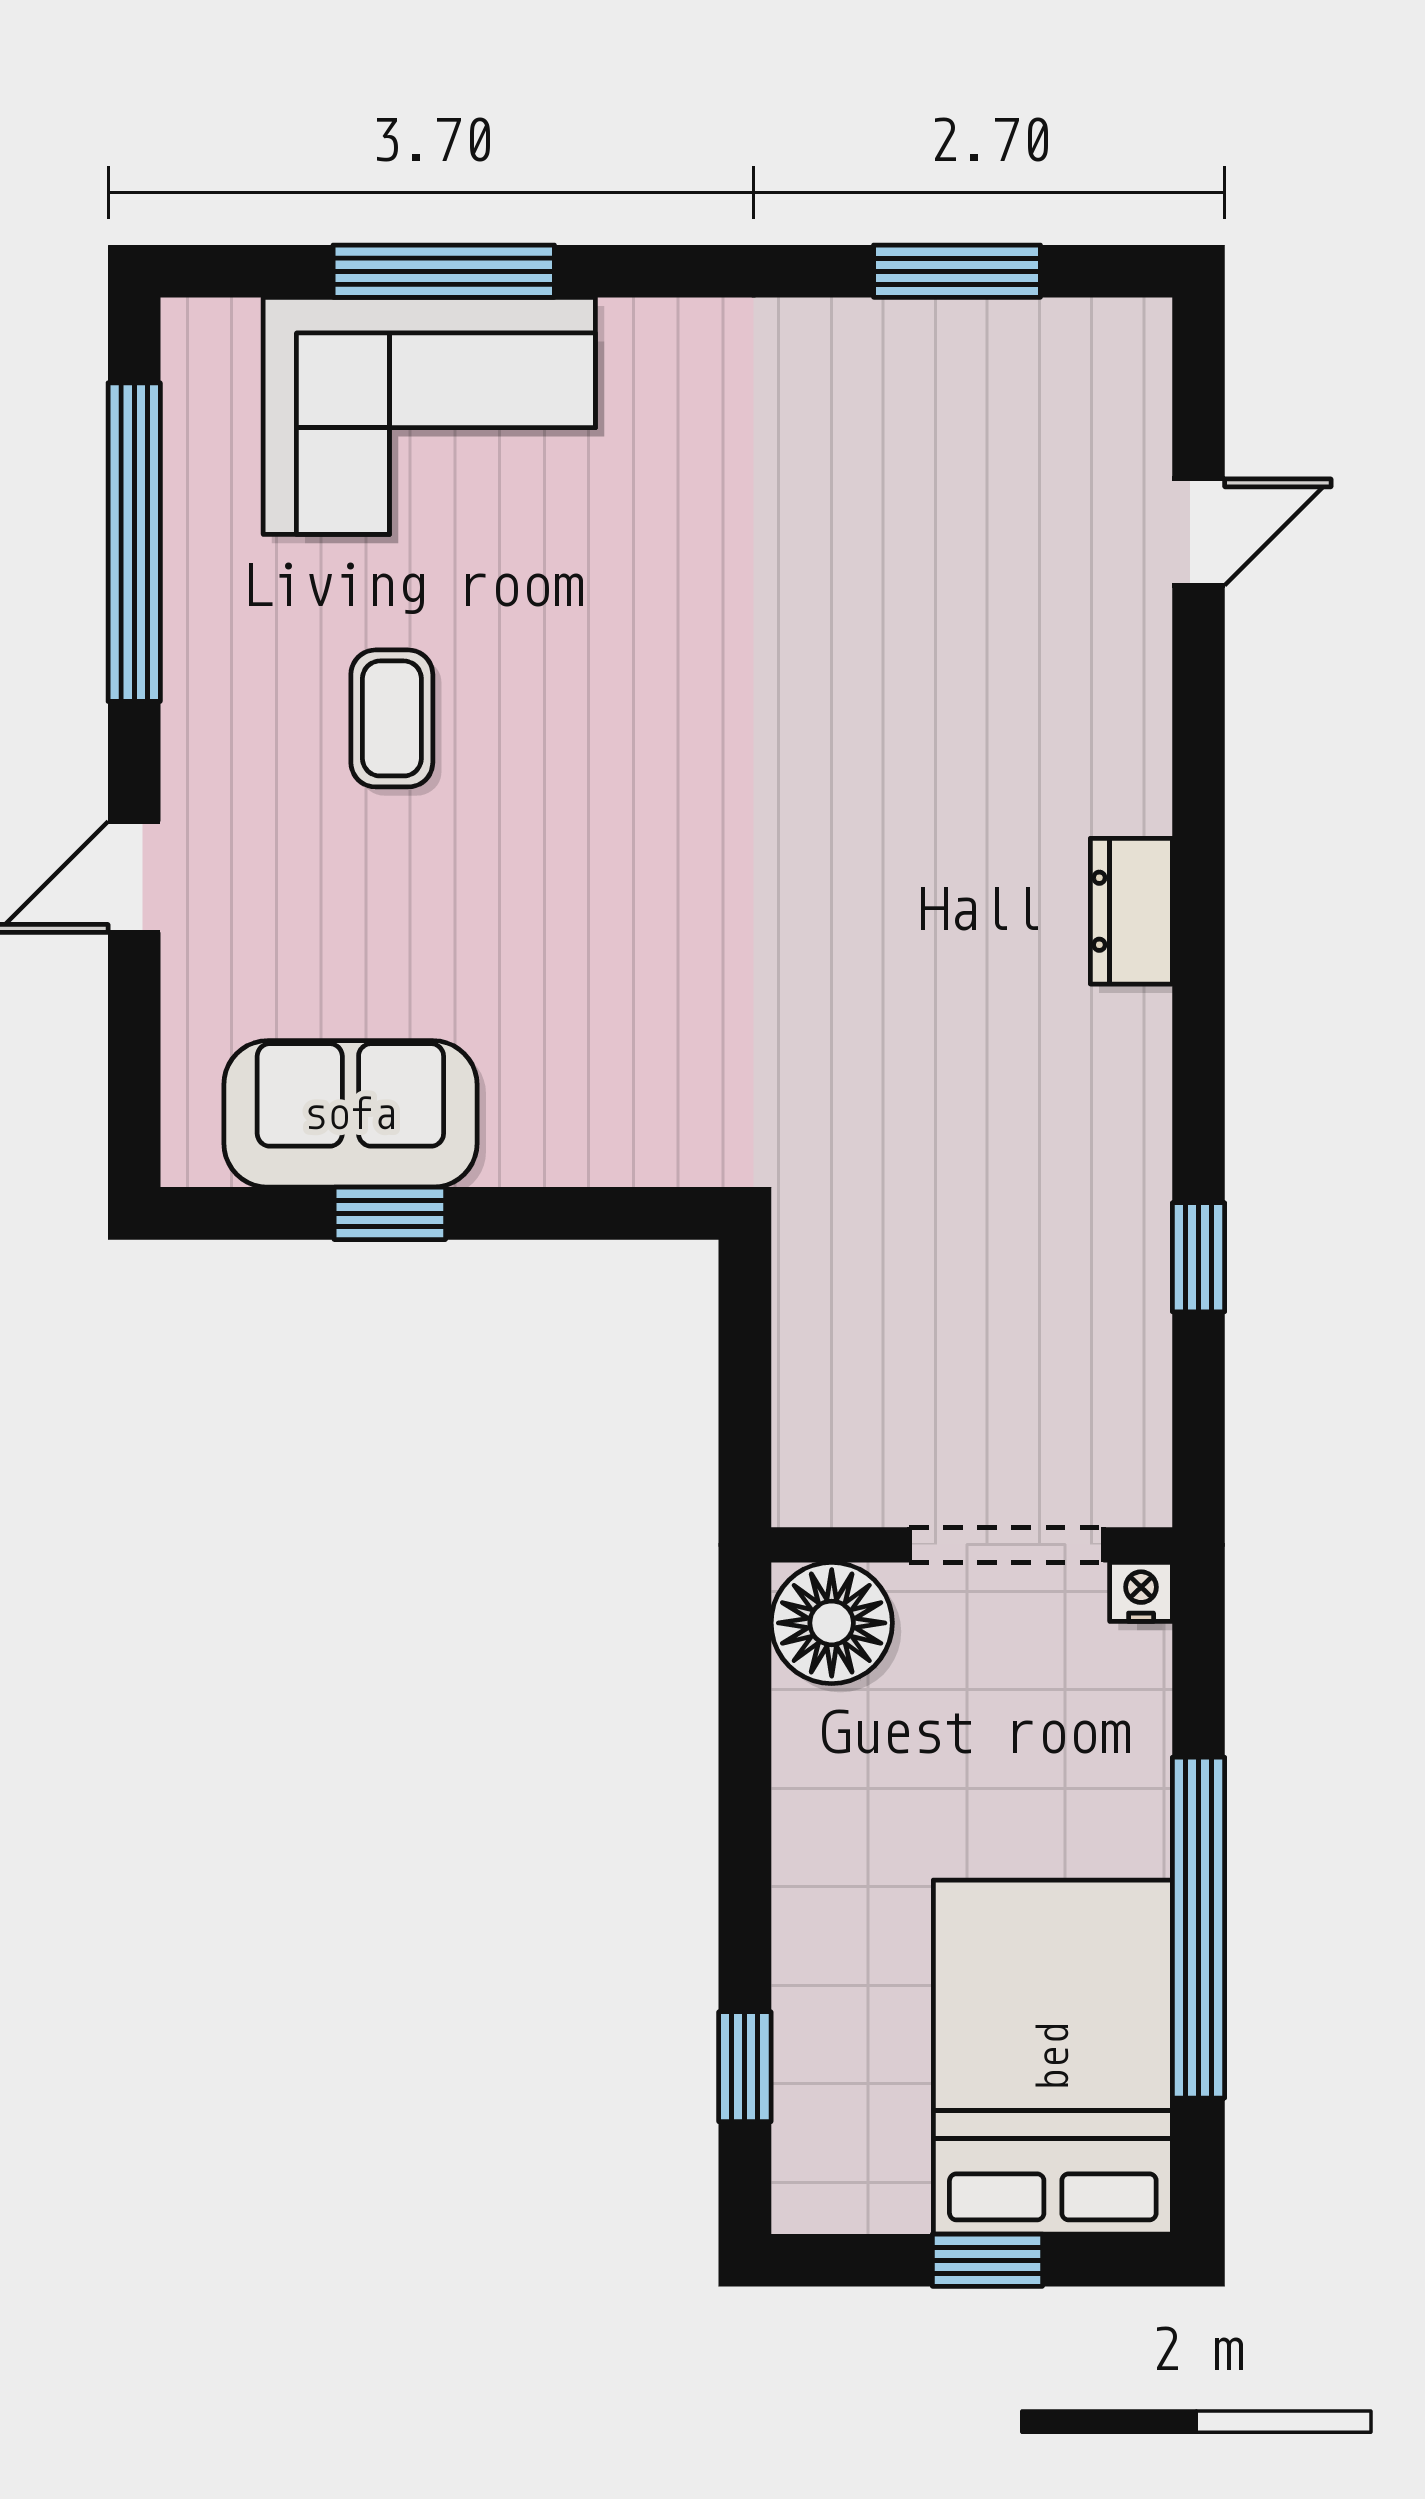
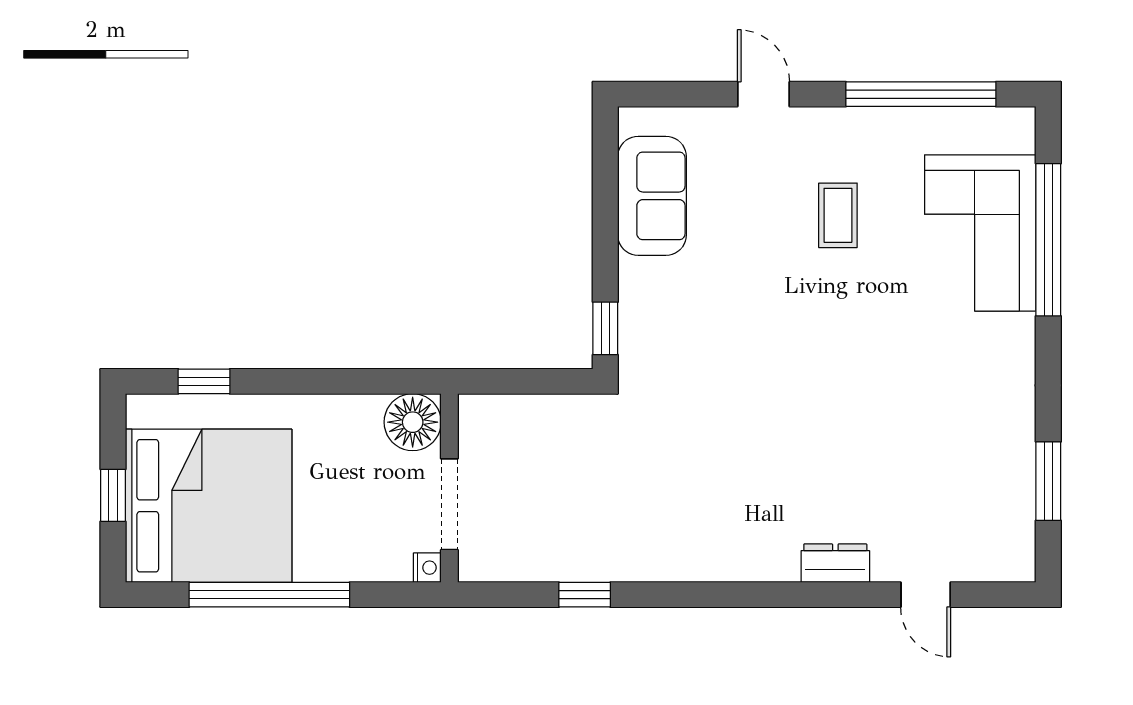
window: (444, 271) -> (1048, 240), width x1.46
coffee table: (392, 718) -> (838, 215), turned 90
dresser: (1131, 911) -> (835, 563), moved
window: (390, 1213) -> (605, 328), moved
bed: (1053, 2057) -> (209, 506), width x1.36

